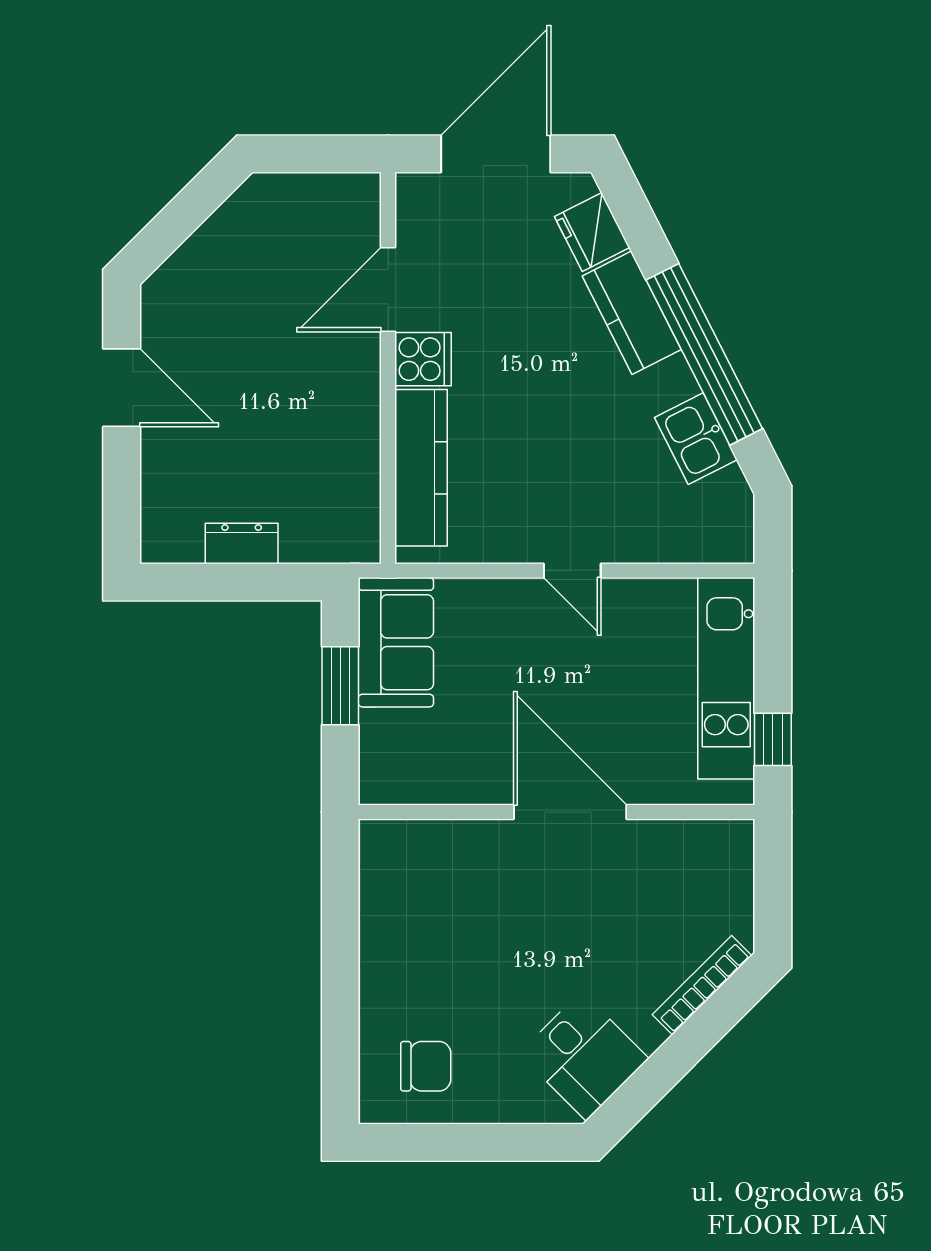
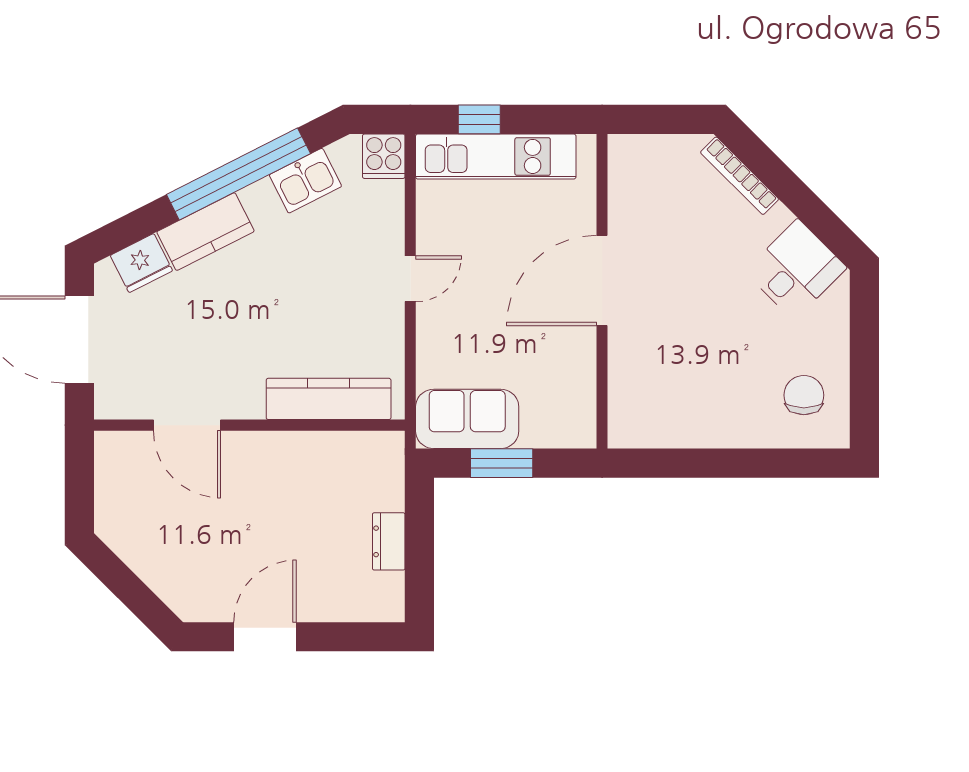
cooker: (423, 359) -> (384, 156), moved, turned 180
window: (773, 739) -> (479, 119), moved

